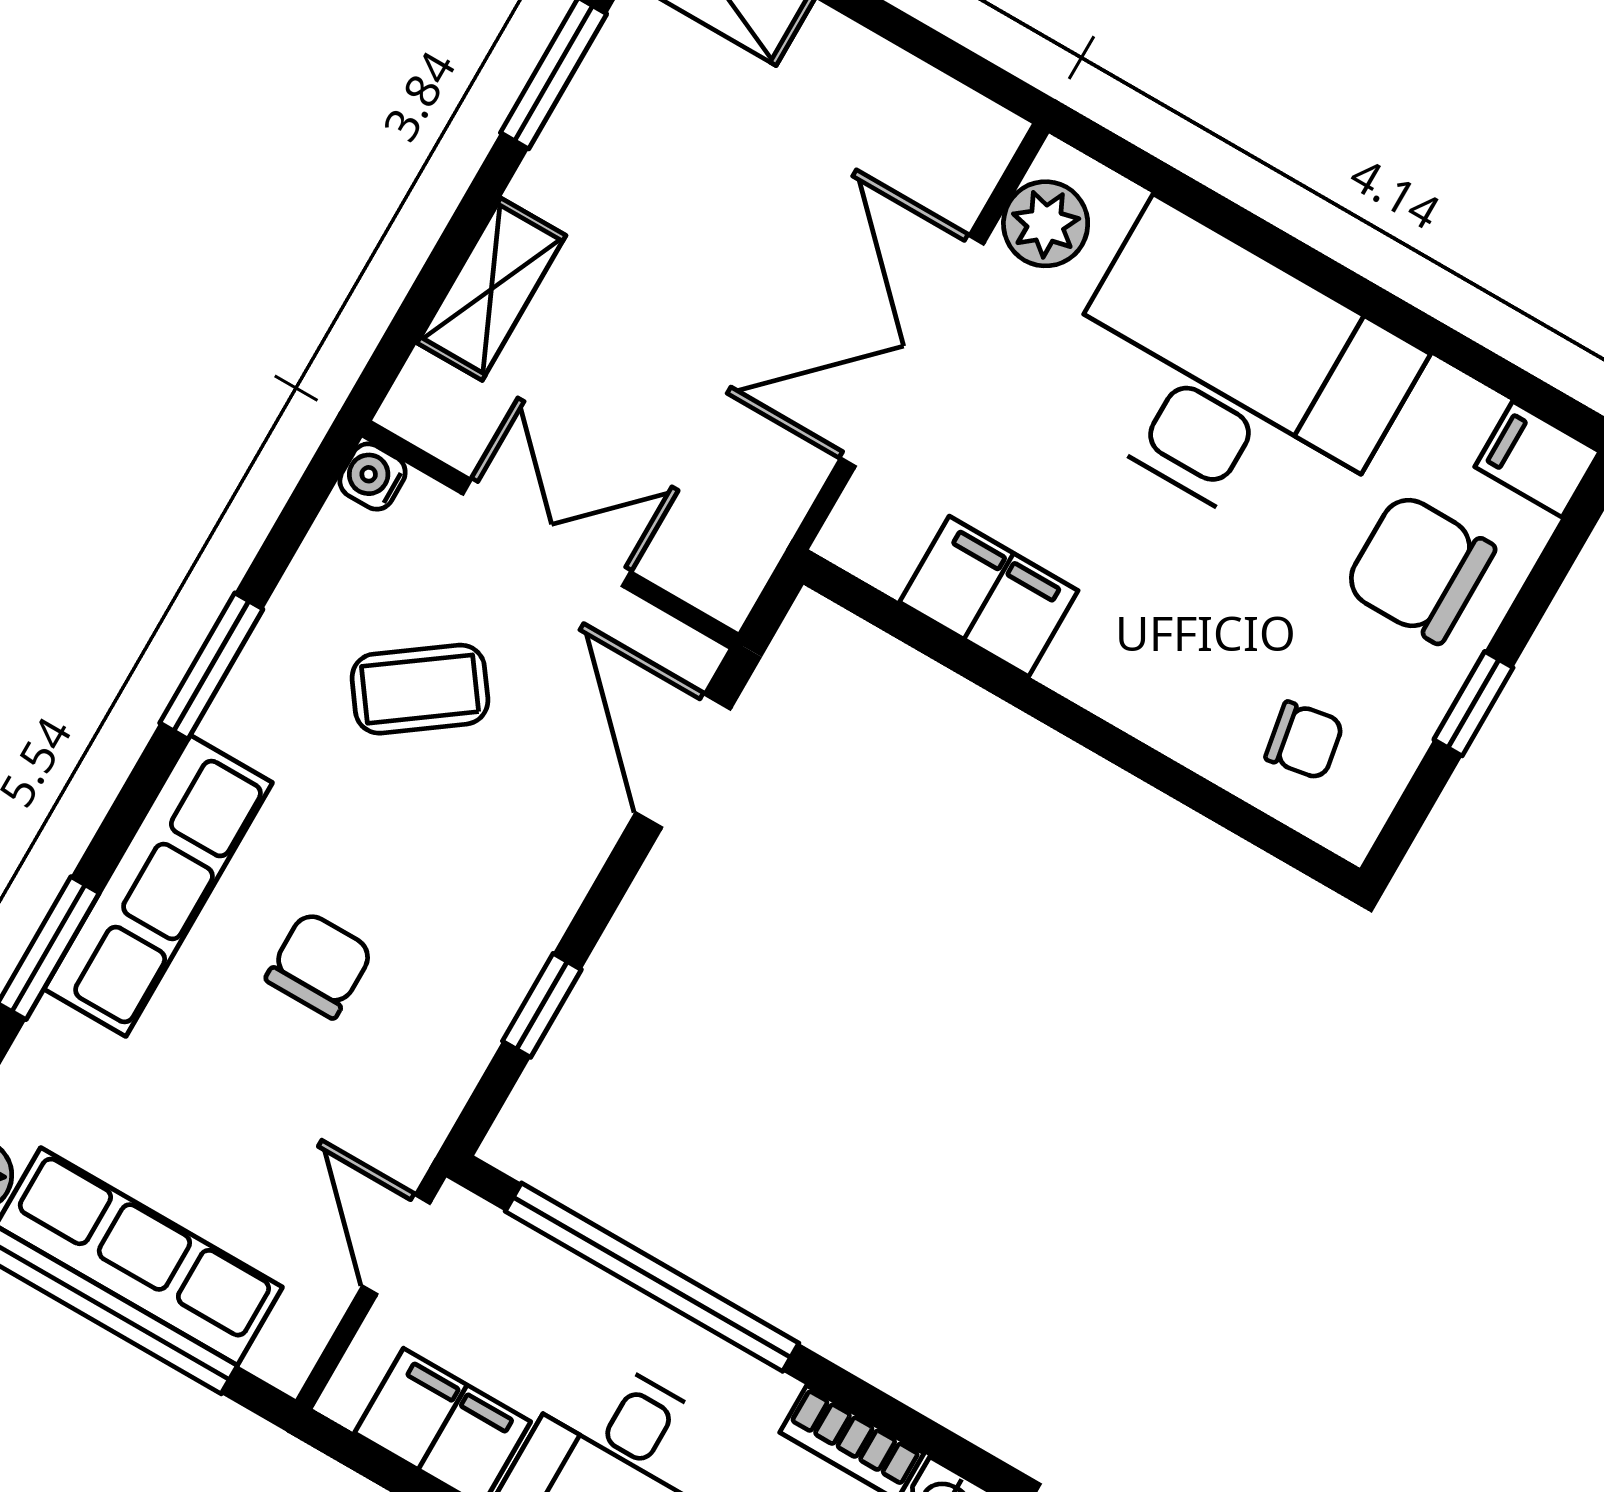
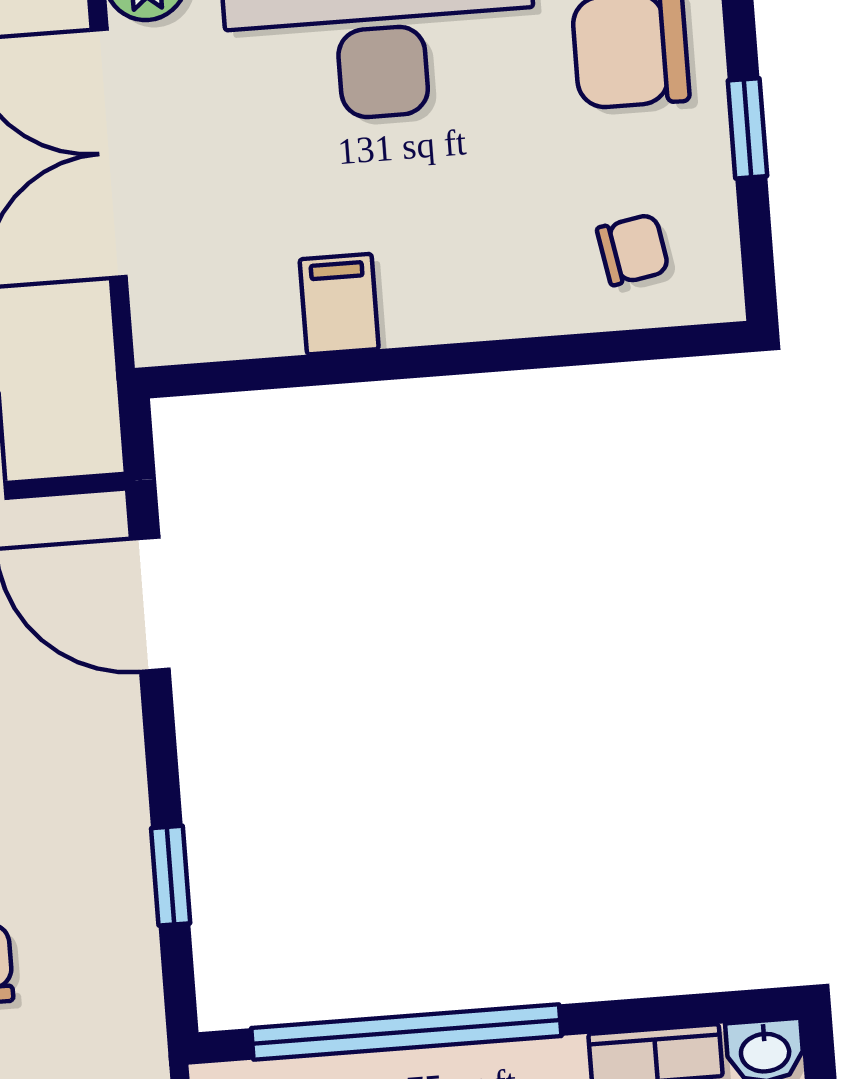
filing cabinet: (989, 596) -> (339, 304), width x0.50

